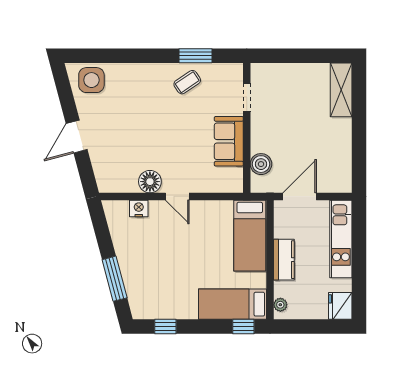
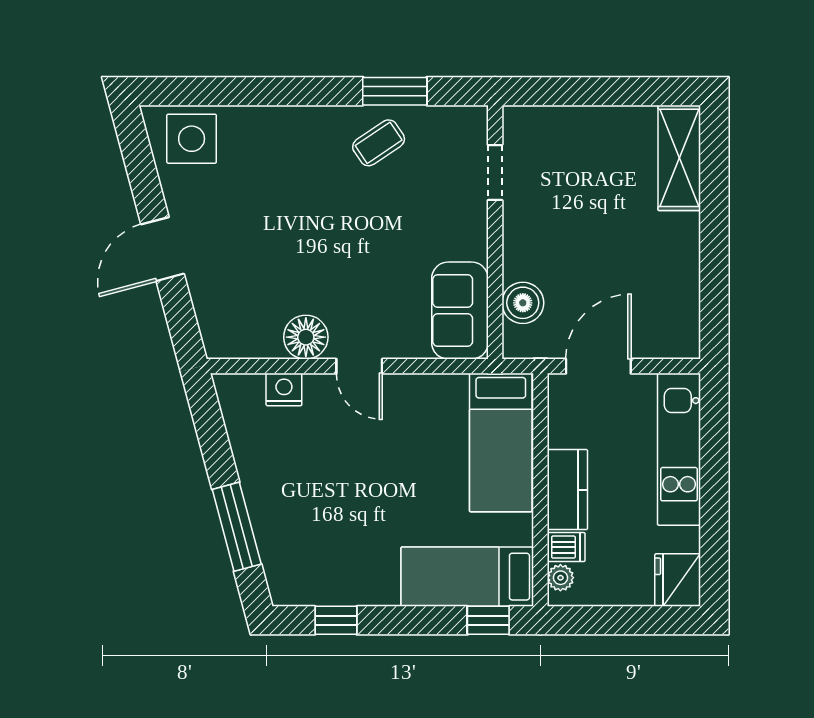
sofa: (229, 141) -> (460, 311), moved
dishwasher: (283, 289) -> (566, 547), added

